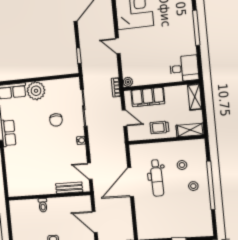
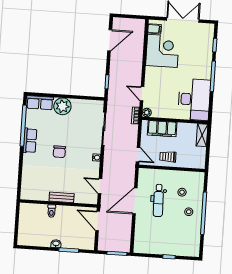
door: (118, 46) -> (142, 94), moved
desk: (184, 68) -> (194, 99), width x1.87, depth x1.30
door: (124, 118) -> (138, 155), moved
chair: (56, 120) -> (59, 152), moved
shelving: (190, 130) -> (194, 163), removed
bench: (69, 188) -> (62, 197), moved
door: (95, 222) -> (98, 221), moved

